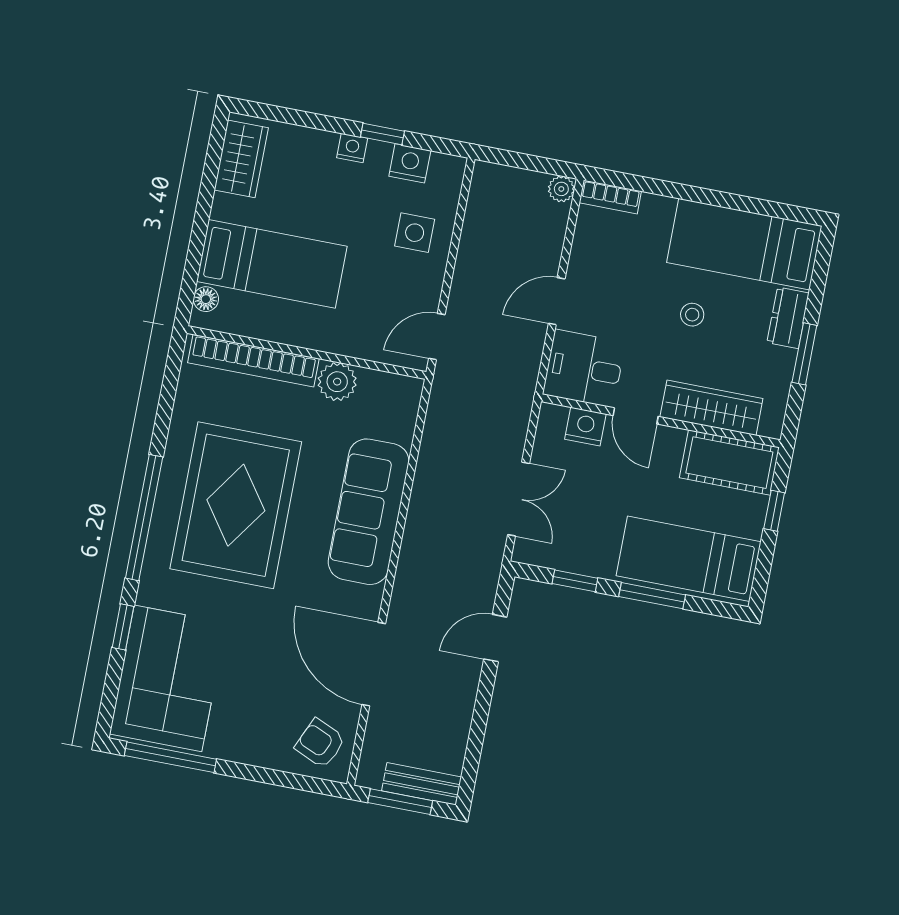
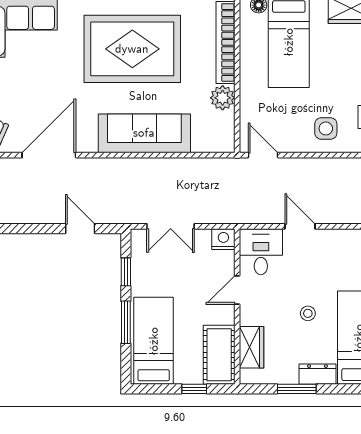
wardrobe: (711, 408) -> (251, 347), width x0.67
nightstand: (585, 427) -> (223, 239), moved, turned -90

